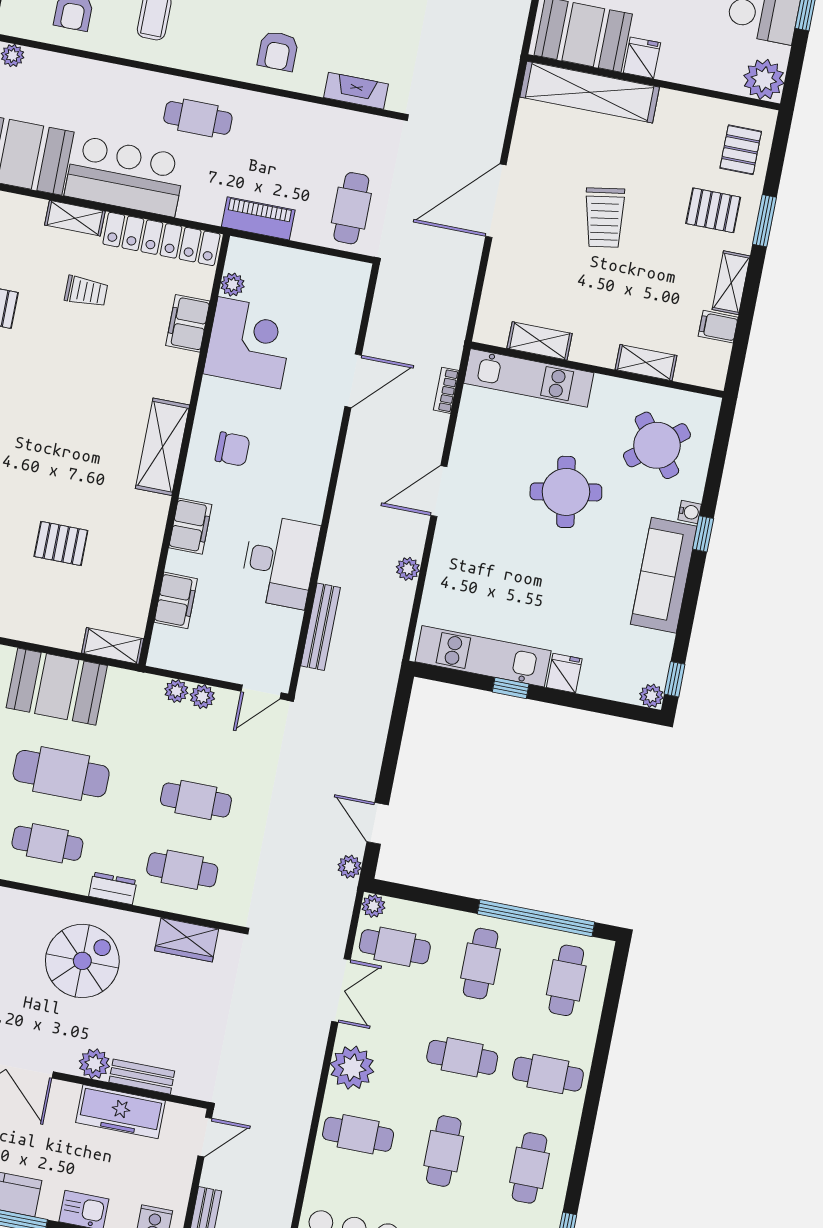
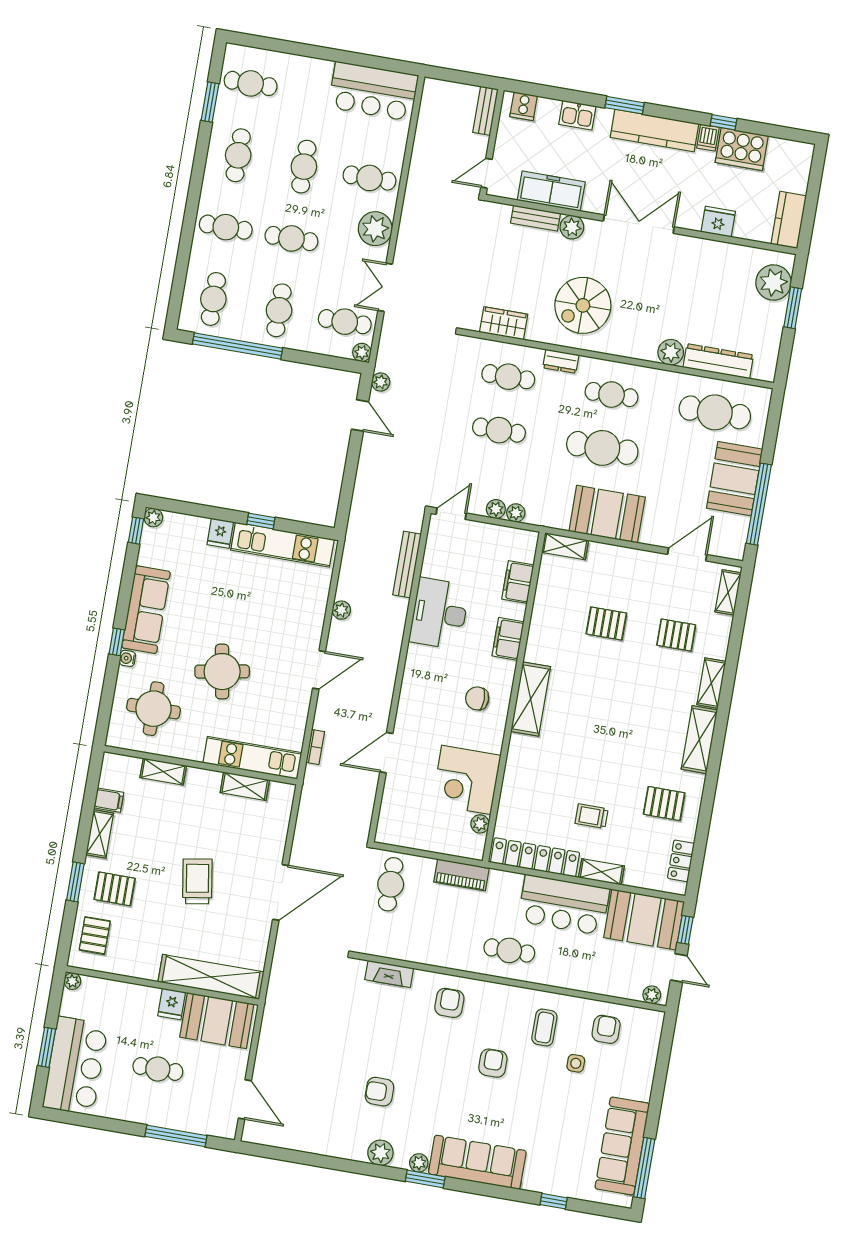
plant: (764, 79) -> (72, 981), width x0.53, depth x0.53
filing cabinet: (188, 323) -> (513, 794), removed
round table: (657, 445) -> (154, 709), turned 38

